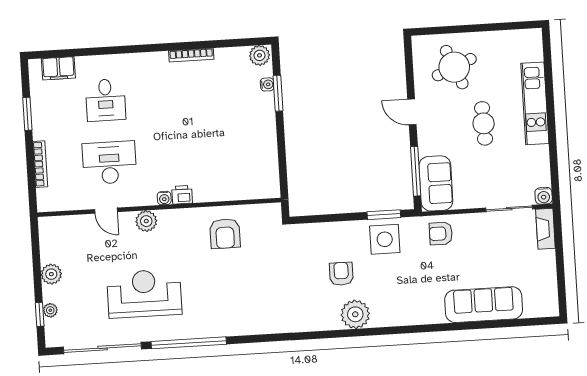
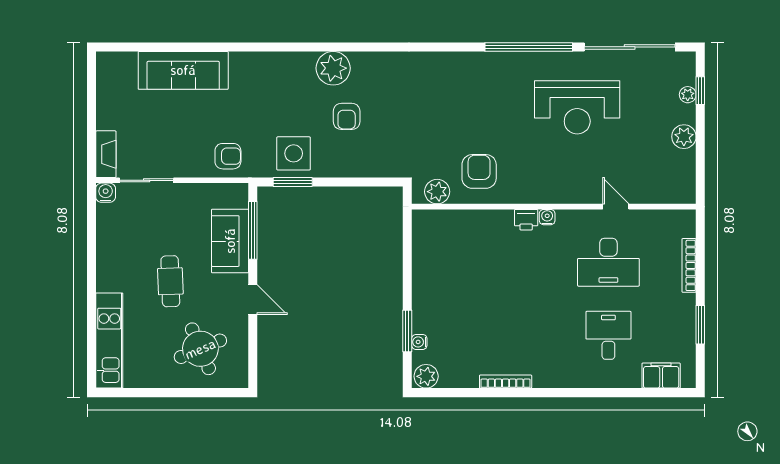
kitchen unit: (535, 103) -> (109, 341), moved
sofa: (436, 183) -> (230, 241), moved
plant: (146, 221) -> (437, 192), moved

